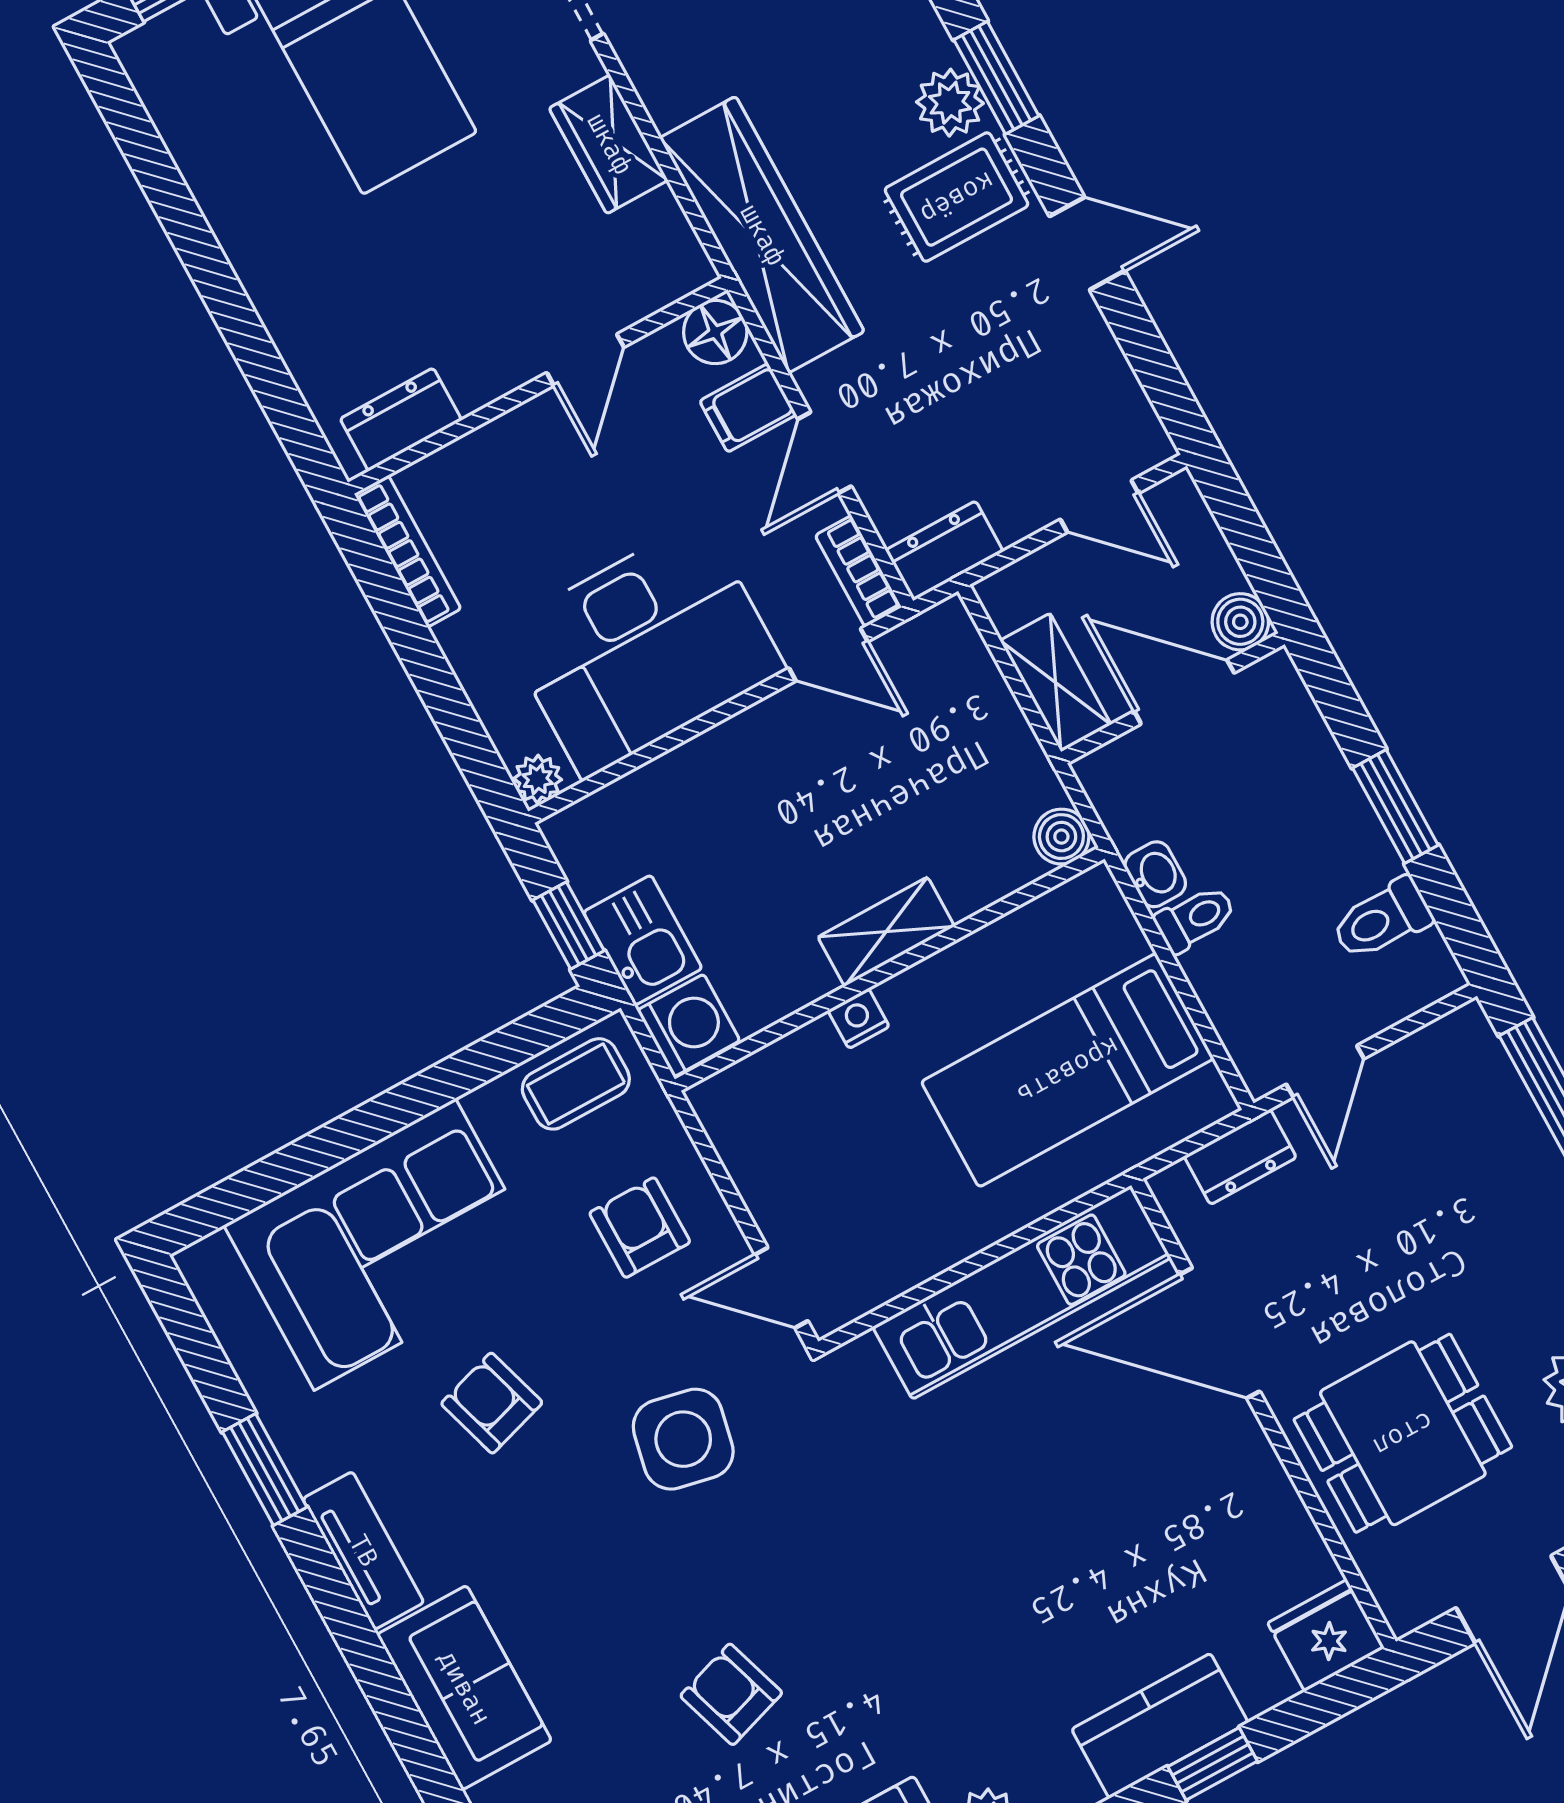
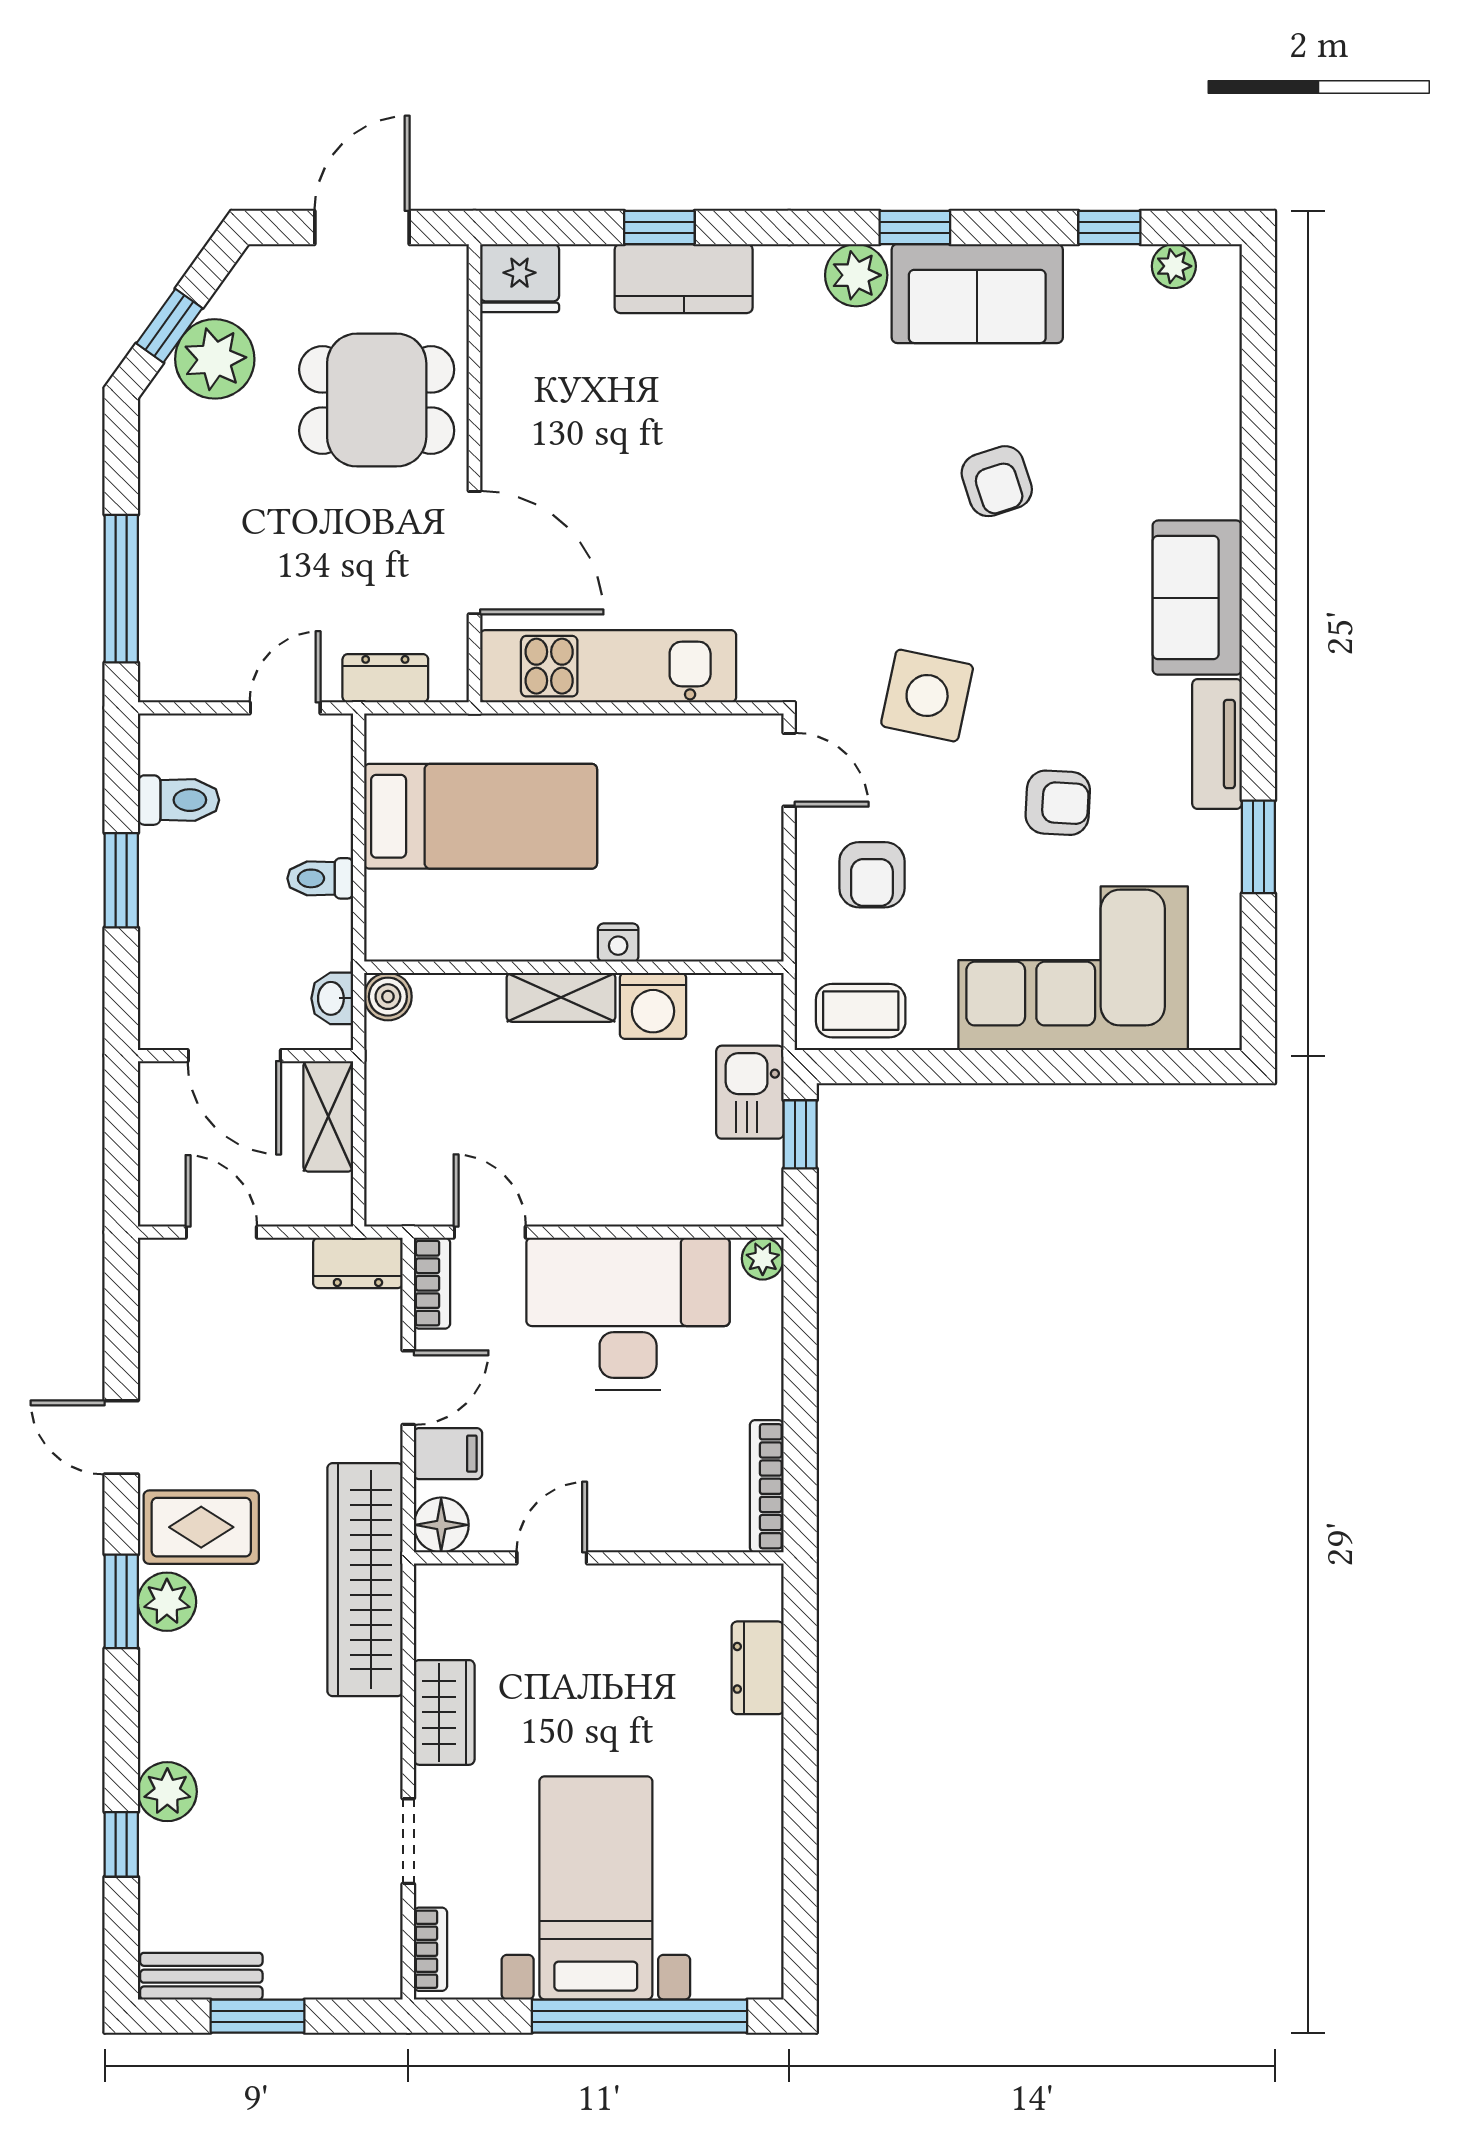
dresser: (401, 419) -> (758, 1668), moved, turned 90
boiler: (1240, 622) -> (162, 1086), removed
washbasin: (1155, 874) -> (332, 998), moved
washing machine: (689, 1025) -> (653, 1006), moved, turned -90
armchair: (492, 1403) -> (1058, 803), turned -70

